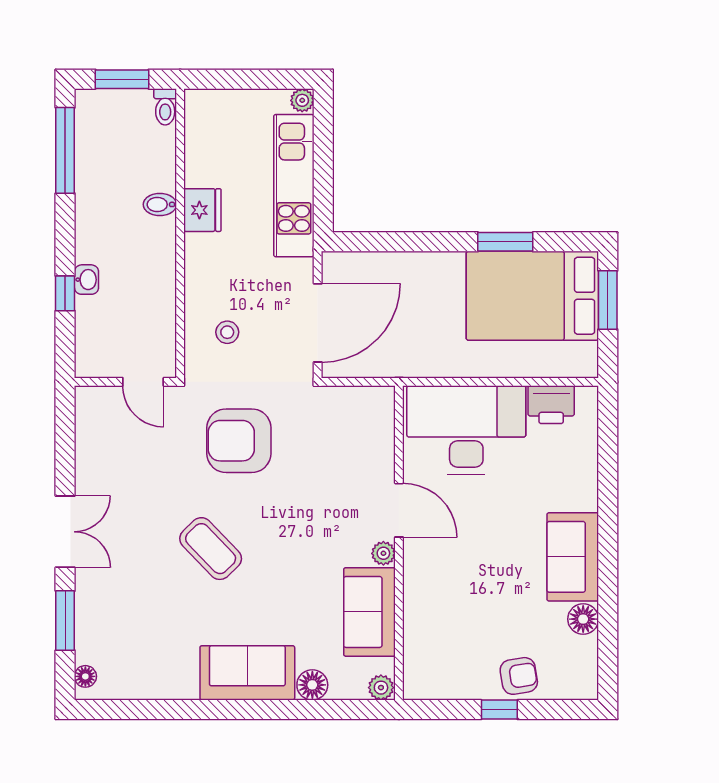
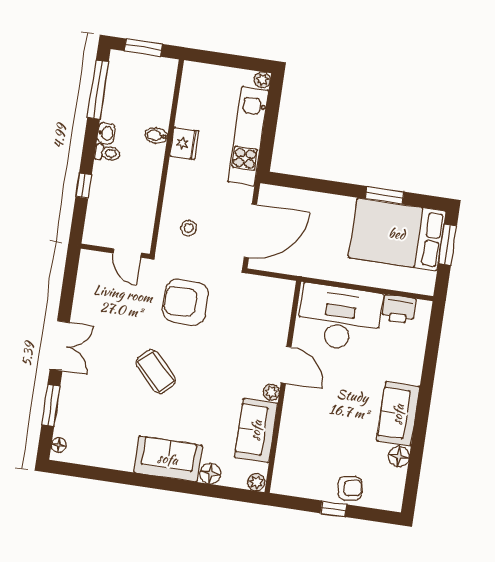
toilet: (165, 107) -> (107, 153), moved, turned -90
washbasin: (86, 280) -> (106, 133), moved

